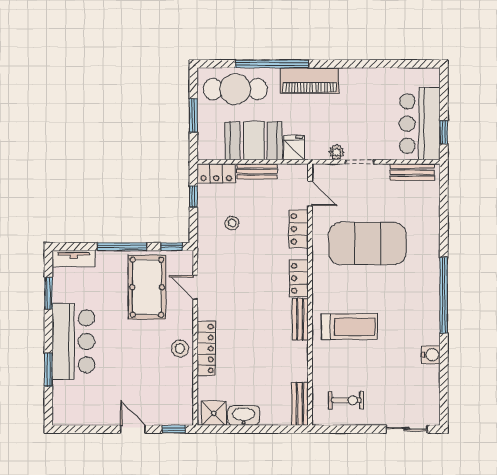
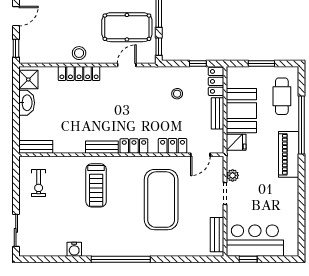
cafe table: (235, 89) -> (282, 96), width x0.73, depth x0.74

